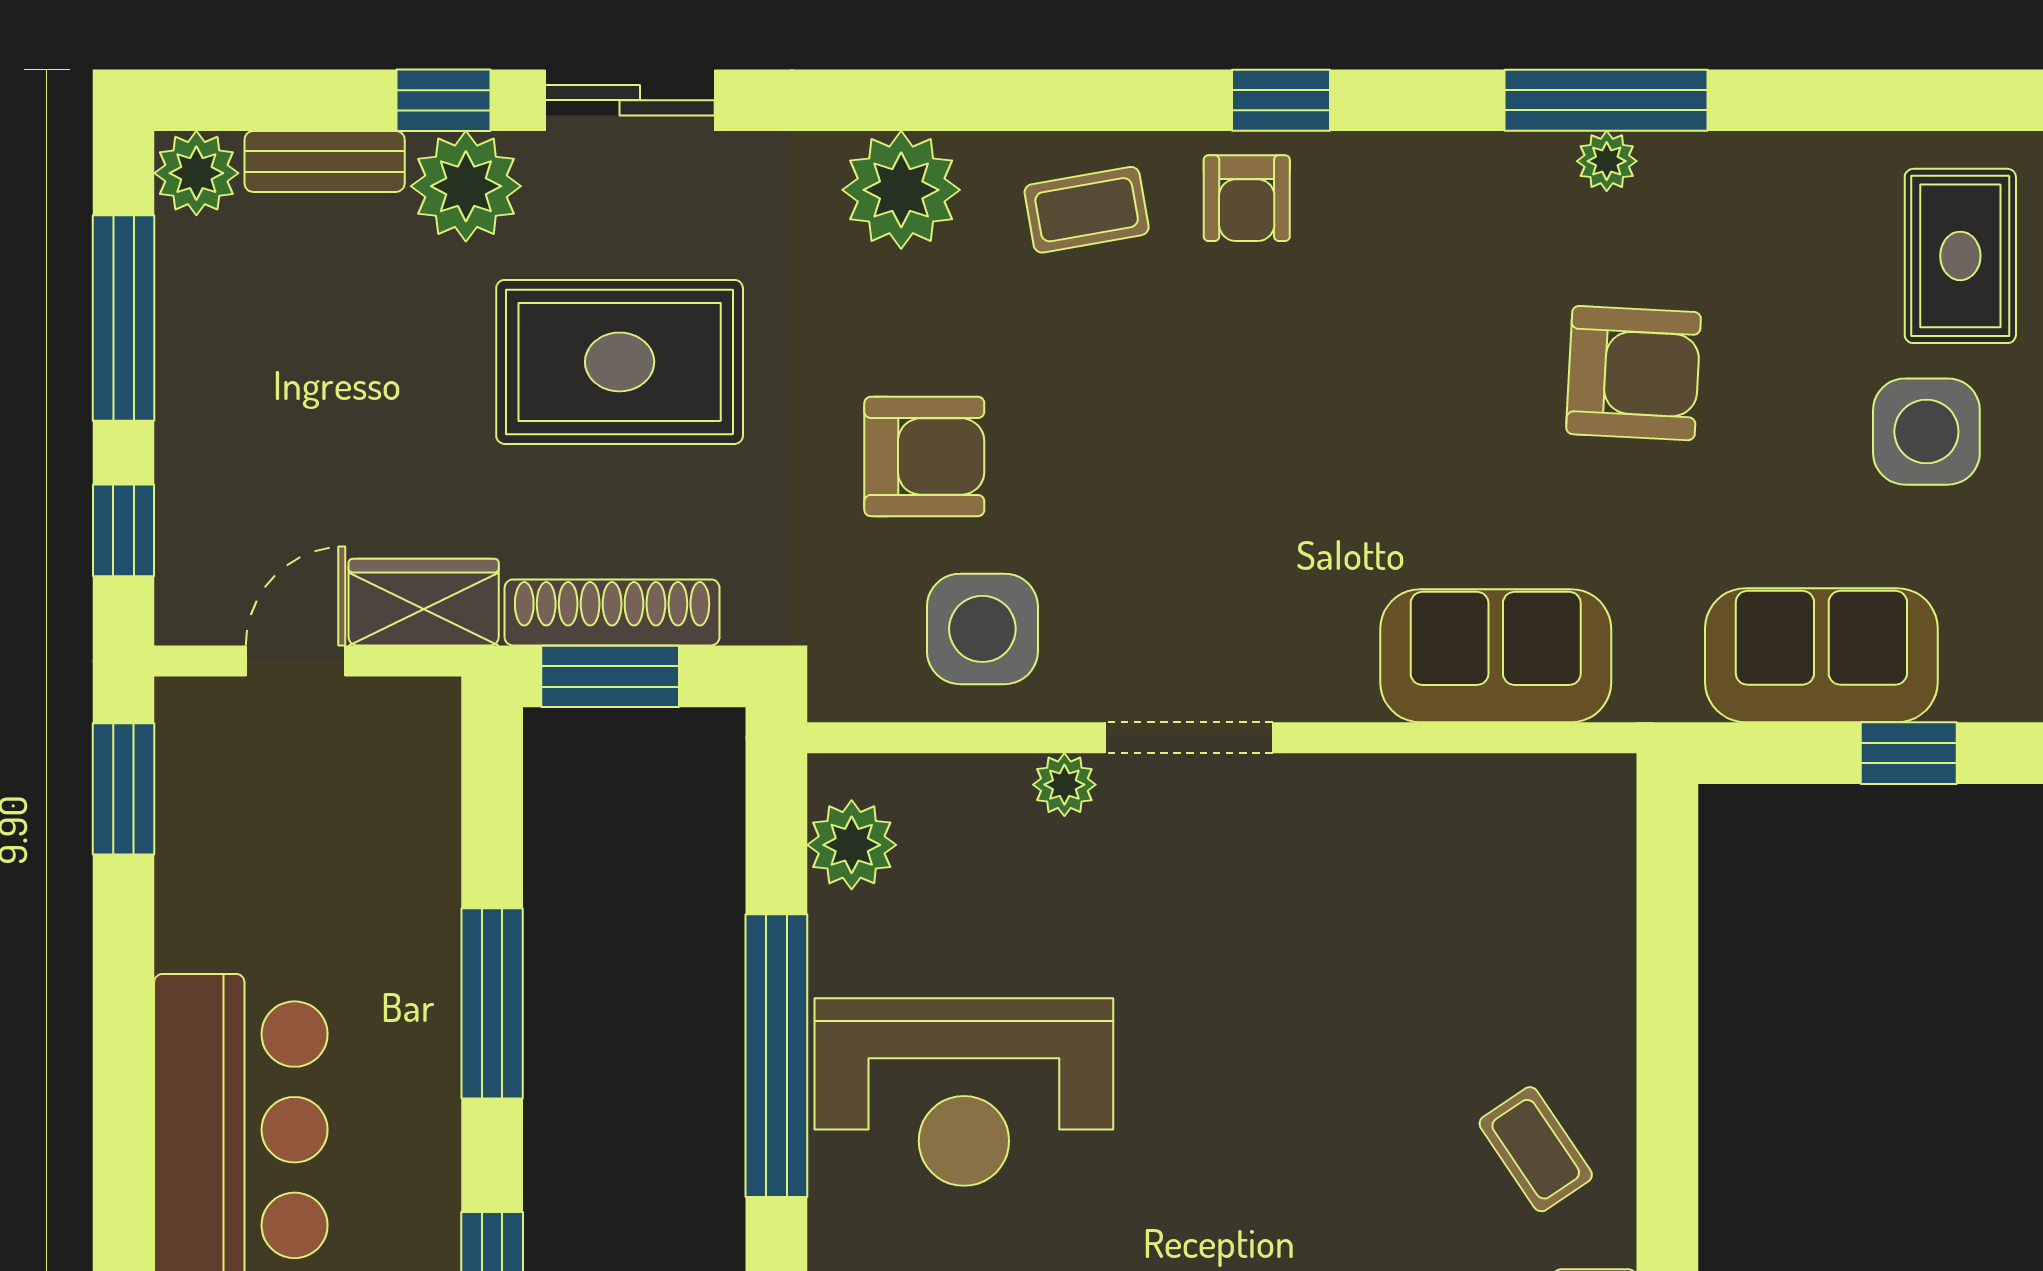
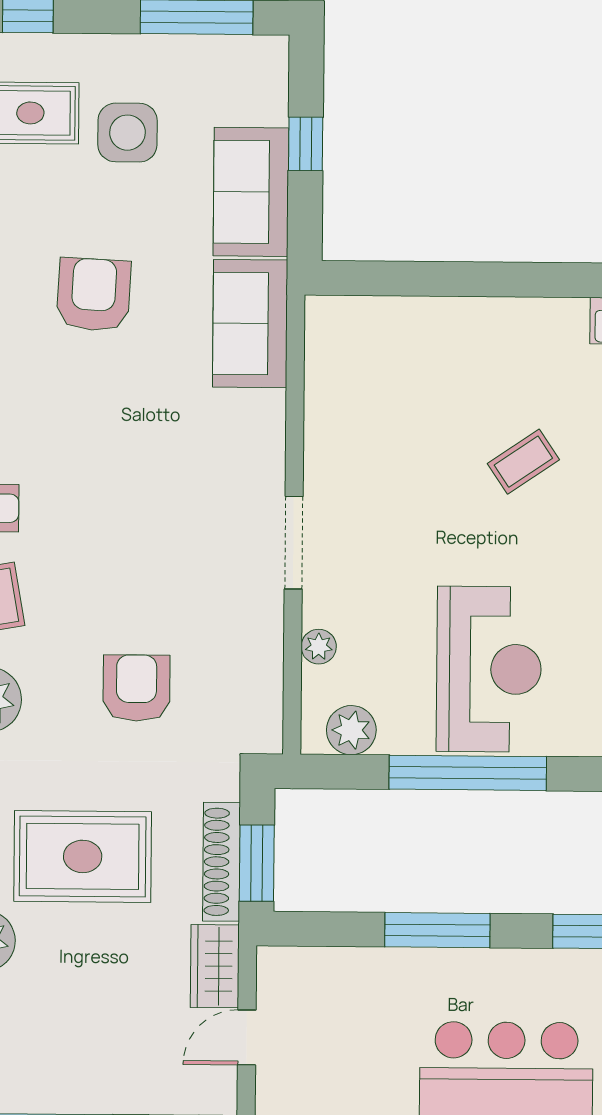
rug: (620, 362) -> (83, 856), turned 90
side table: (982, 629) -> (232, 657), removed
sofa: (1496, 656) -> (250, 324), moved
door: (296, 661) -> (247, 1037), hinge flipped
plant: (1064, 785) -> (319, 647), moved
coffee table: (1536, 1149) -> (523, 462), moved

